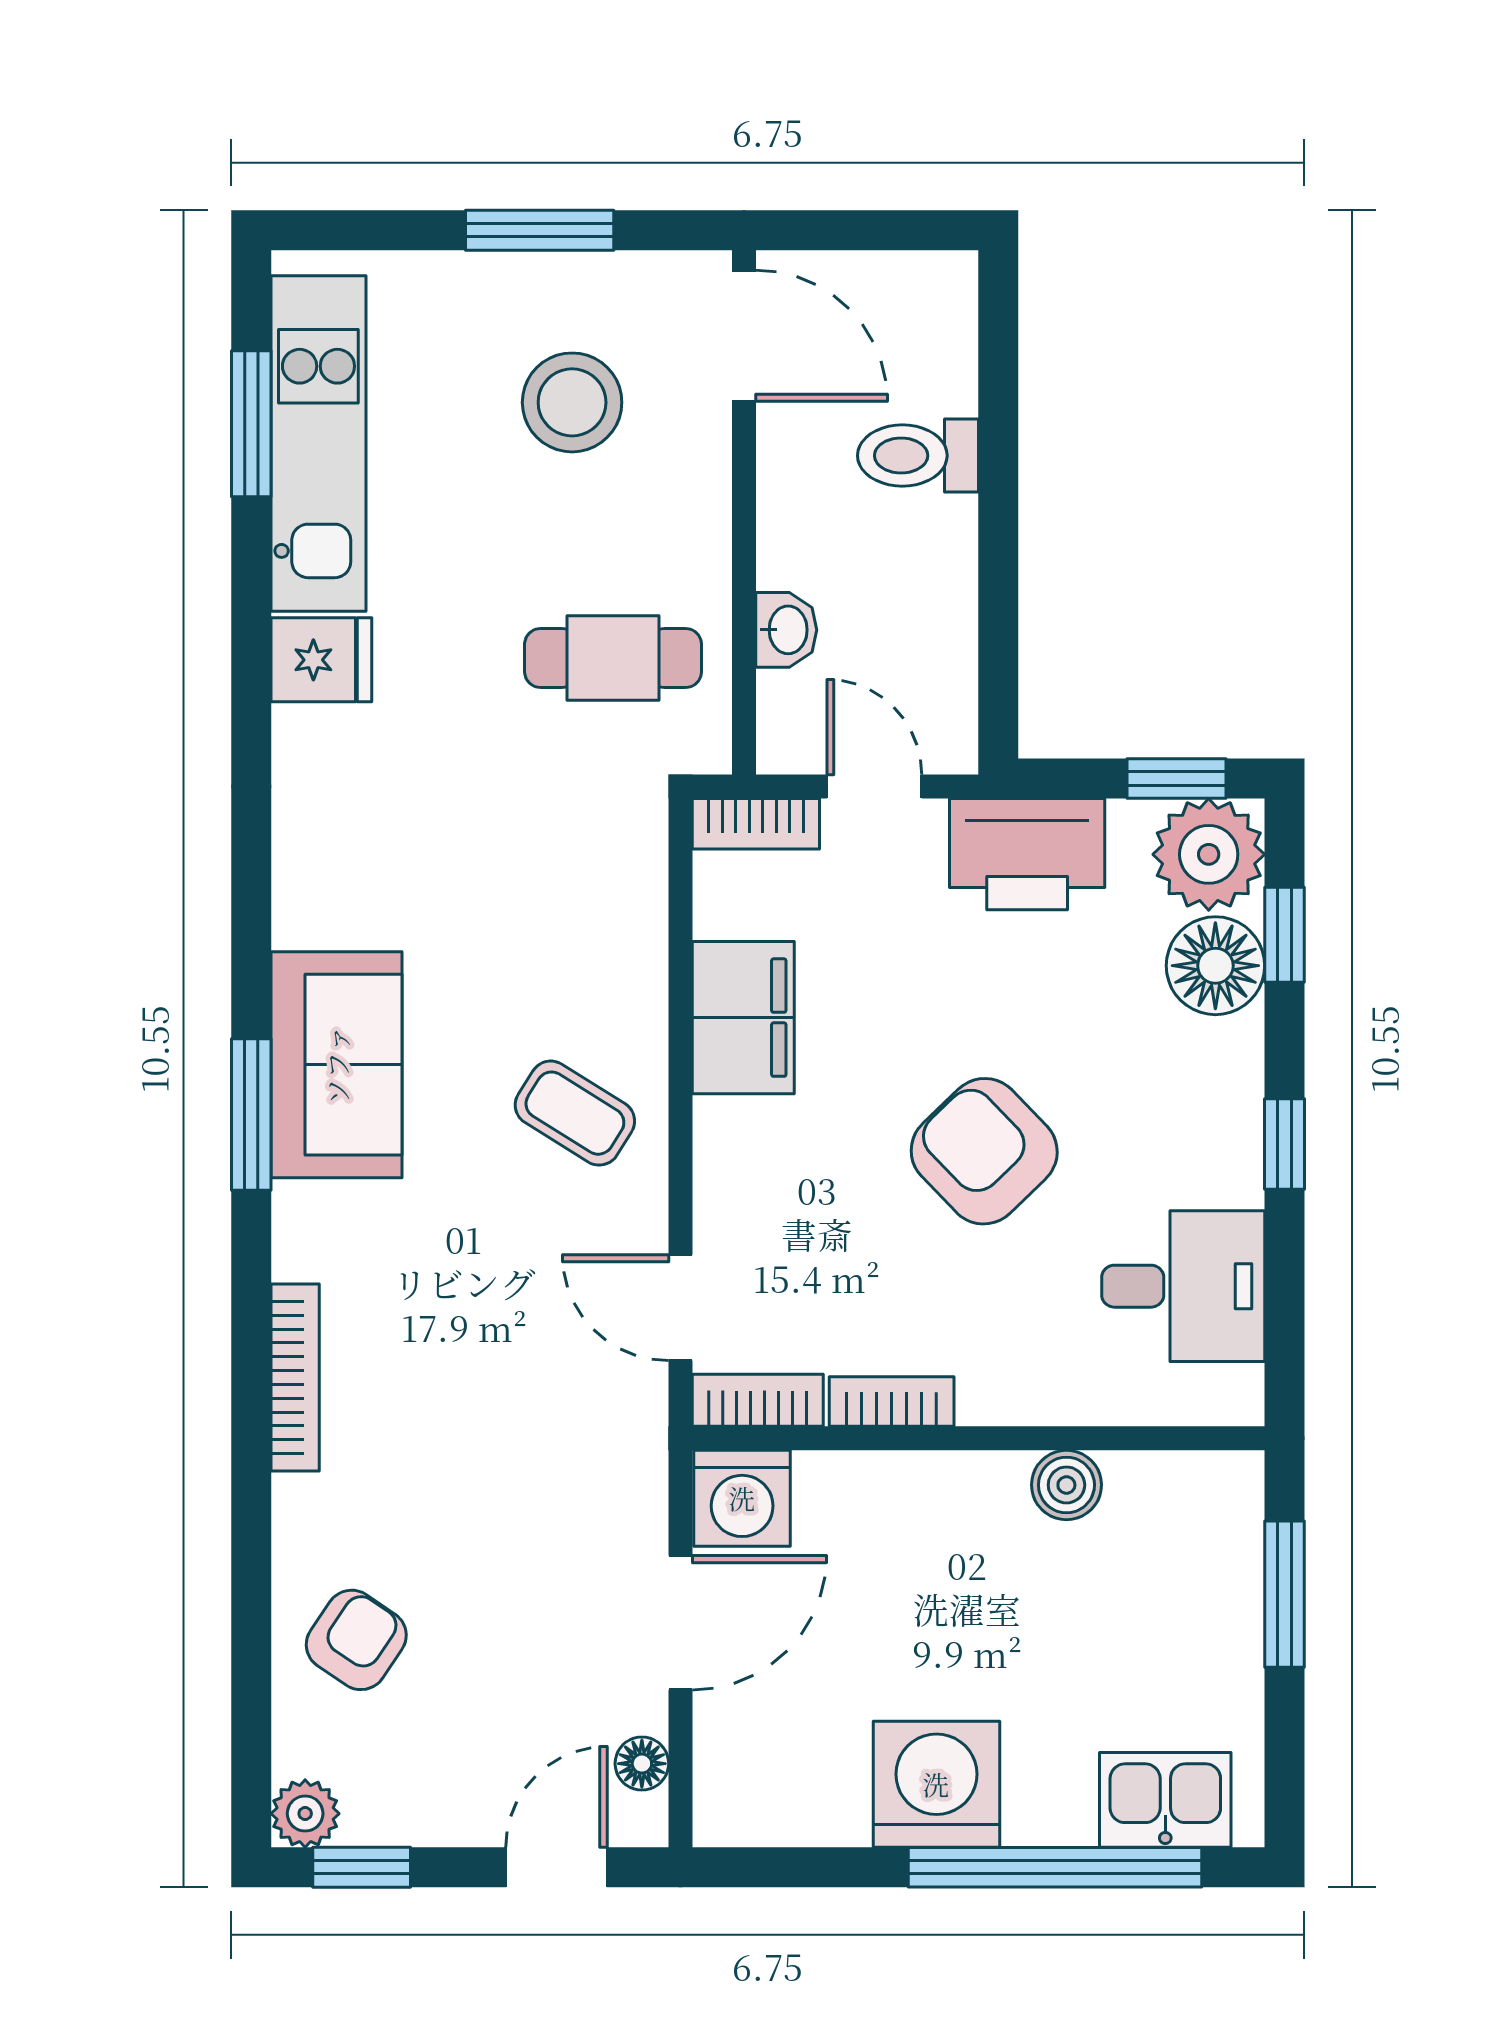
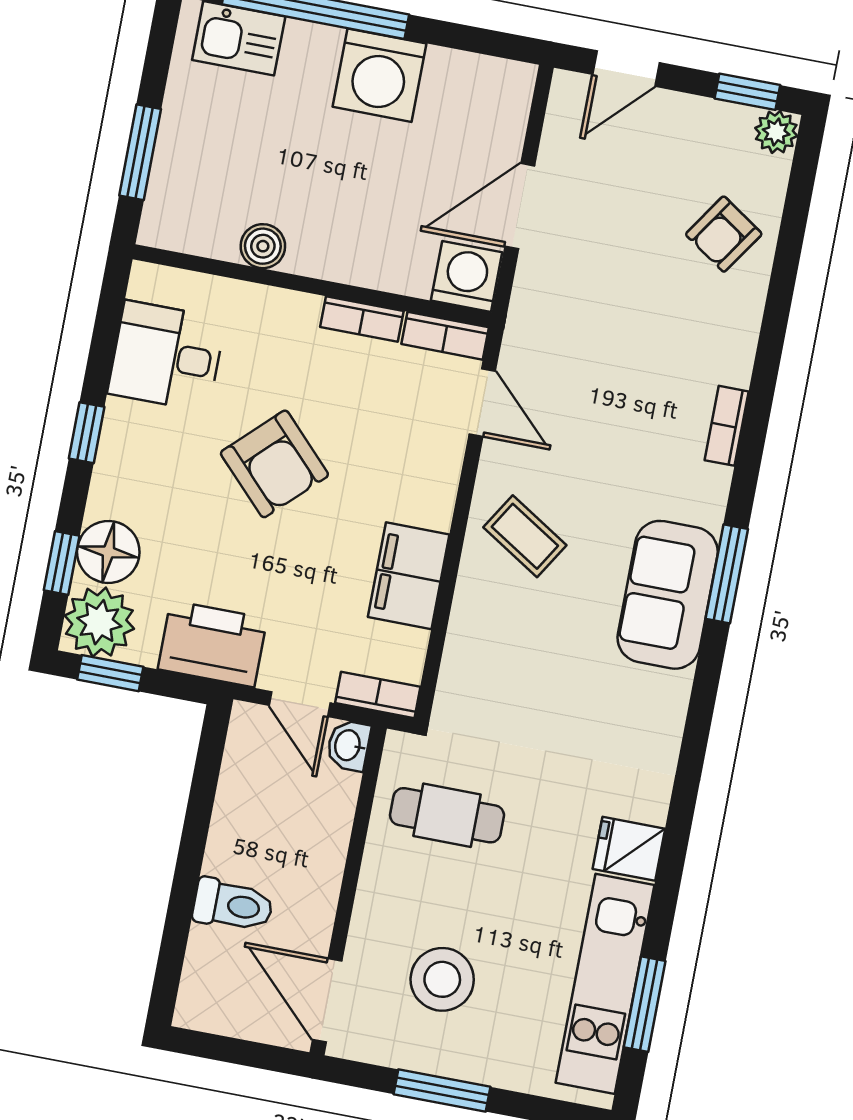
washbasin: (786, 630) -> (349, 745), moved
bookcase: (295, 1377) -> (727, 426), width x0.64
floor lamp: (642, 1764) -> (560, 123), removed

